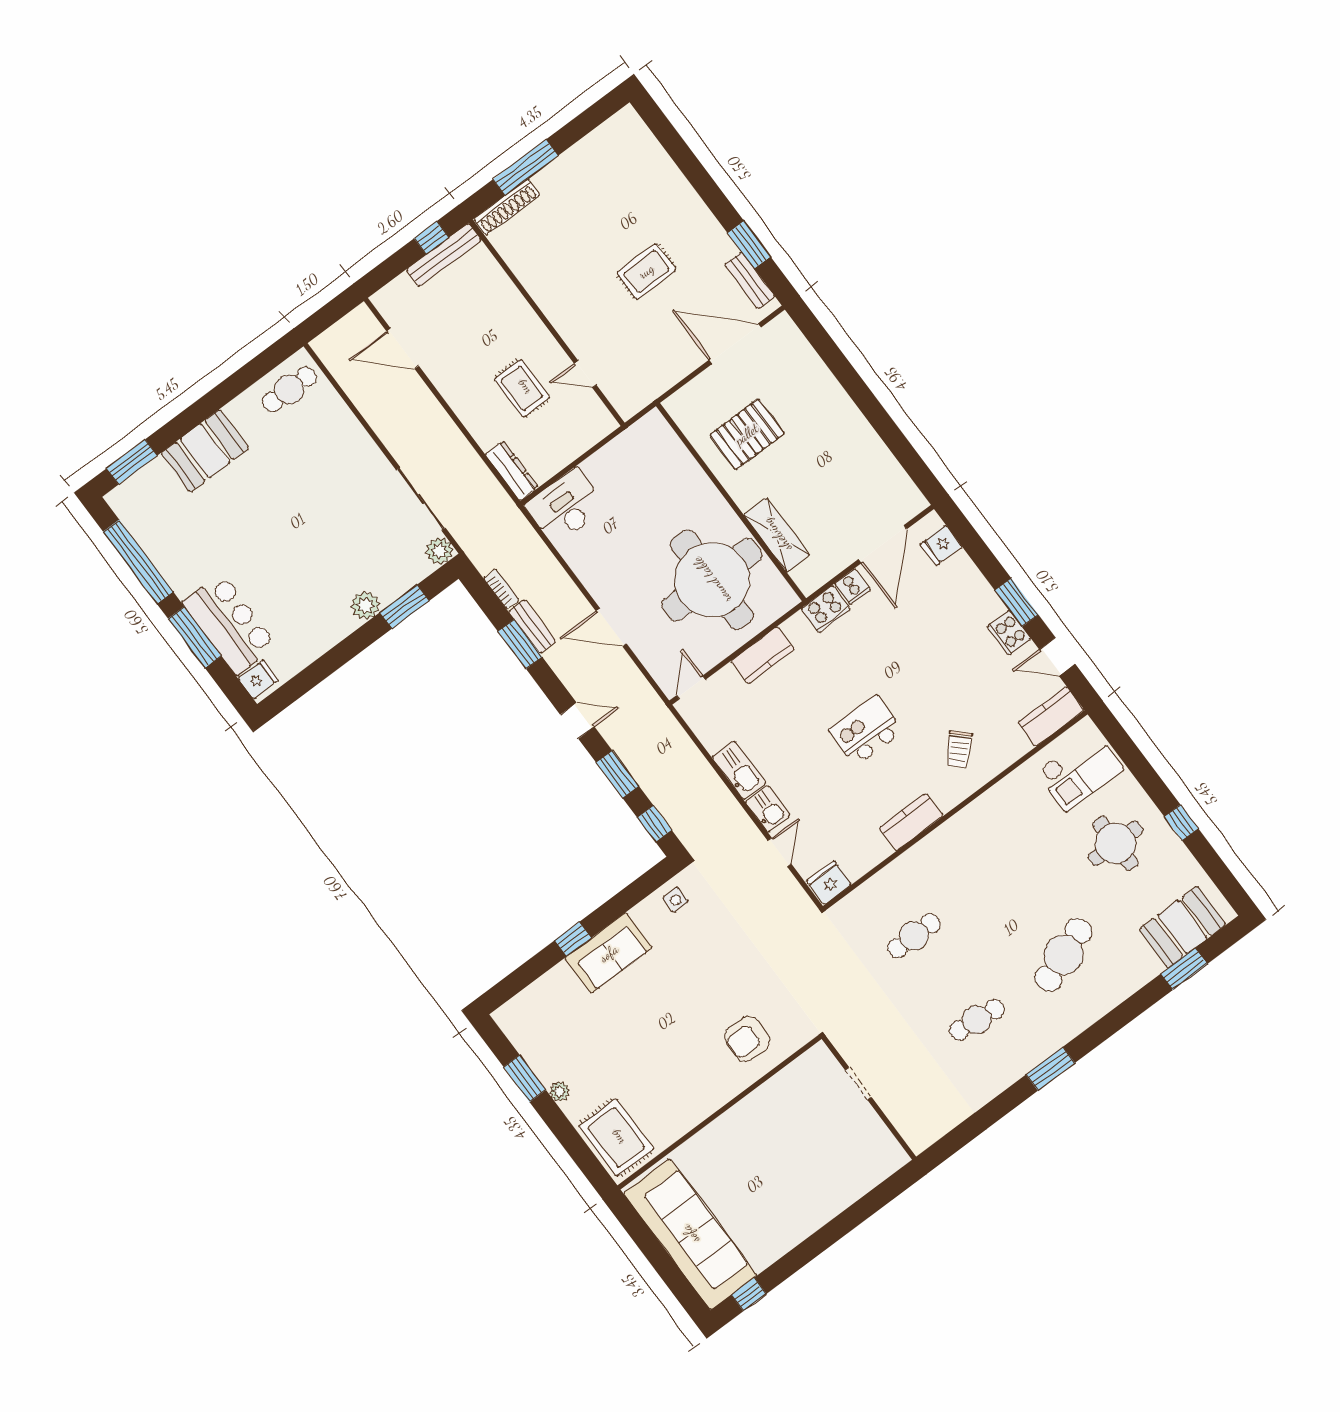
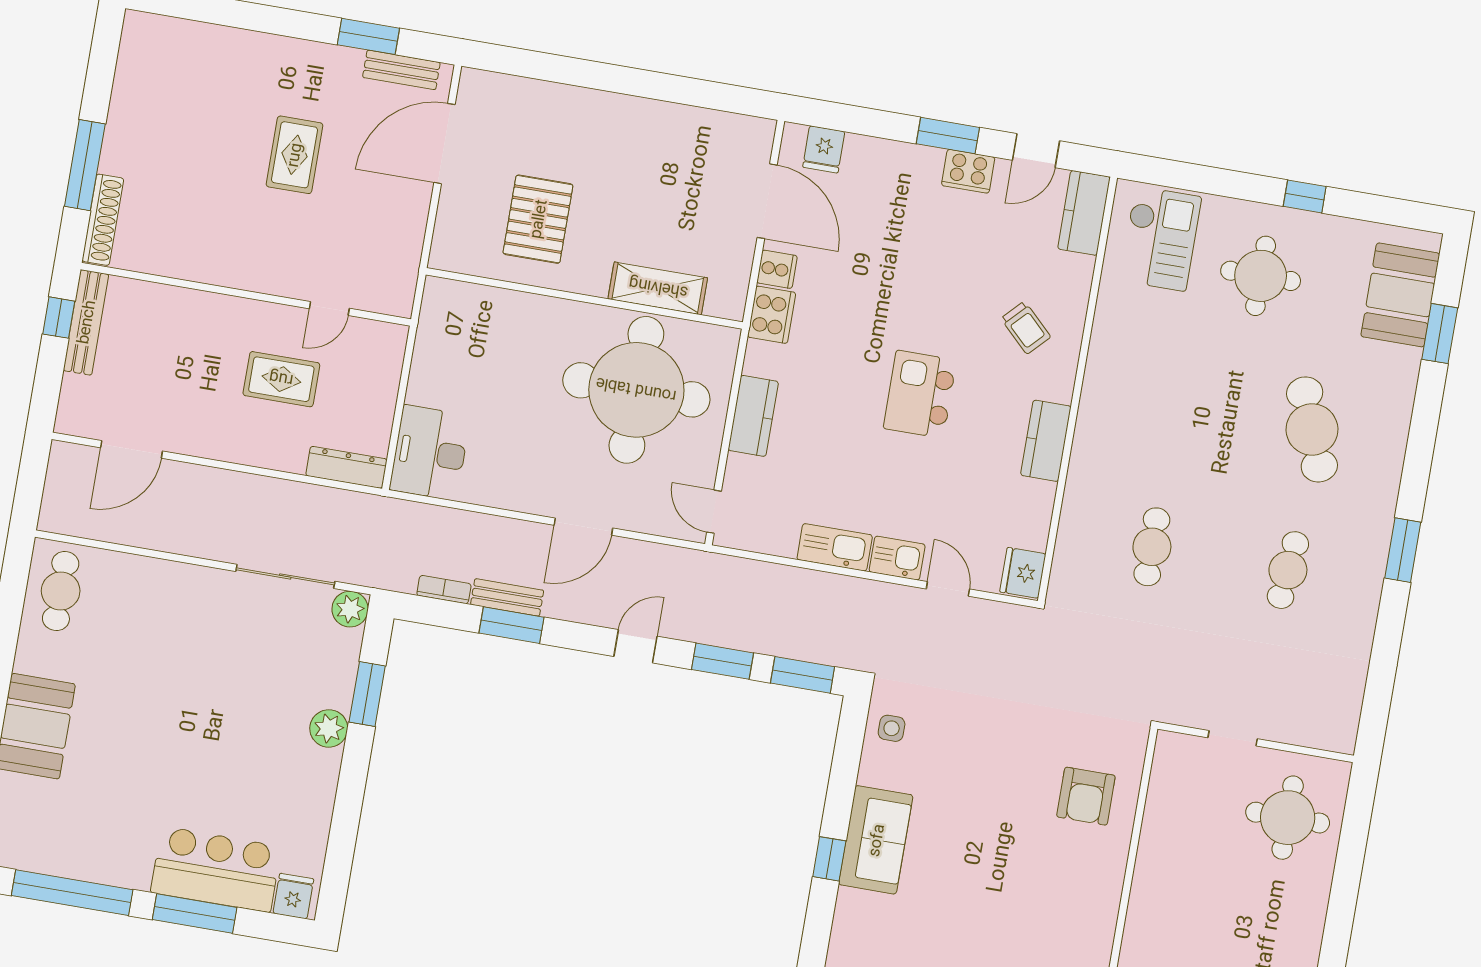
window: (654, 824) -> (803, 675), width x1.50
round table: (847, 1156) -> (1288, 818), added

